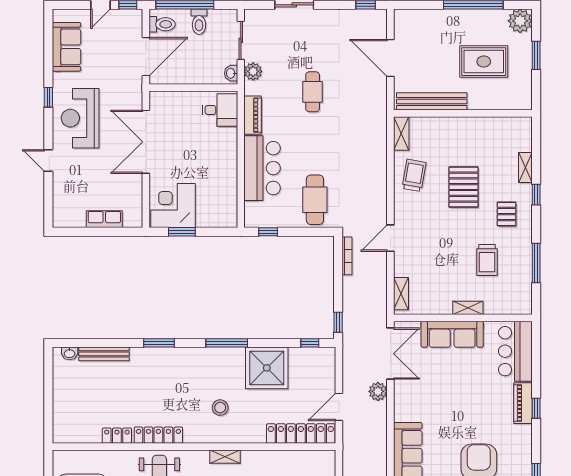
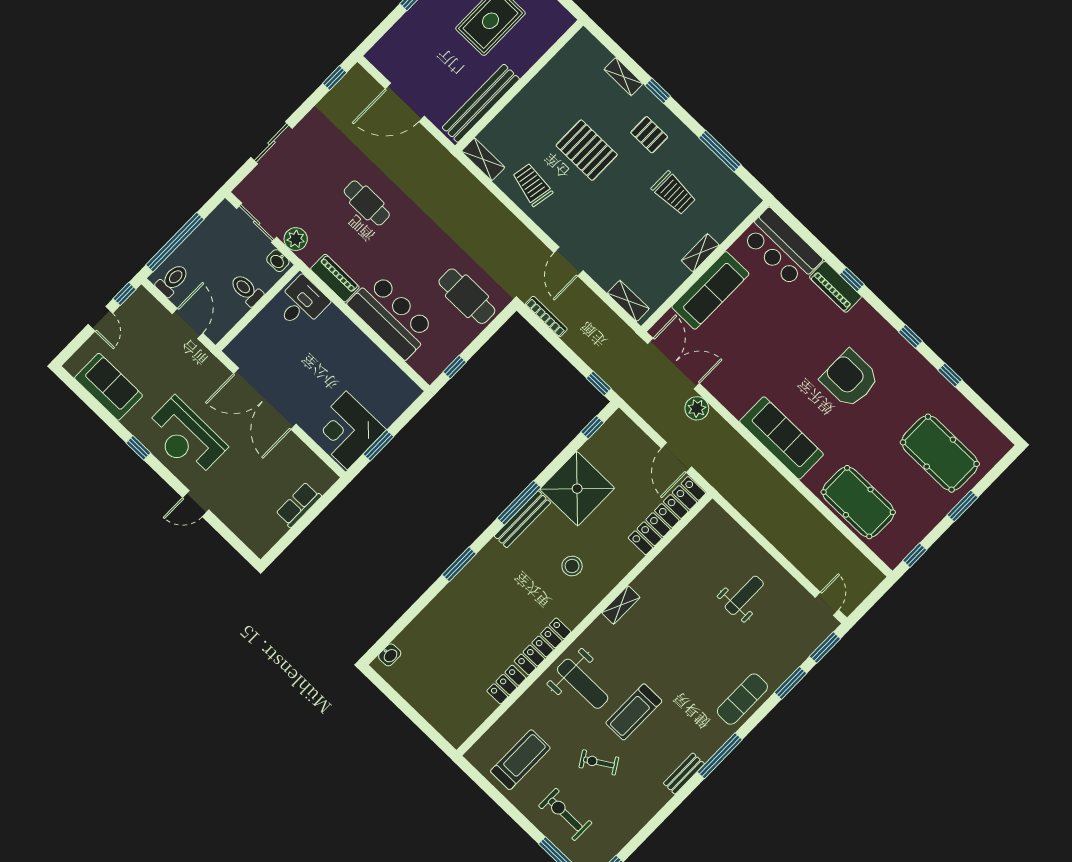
toilet: (199, 22) -> (247, 290), moved, turned 180
door: (146, 57) -> (187, 323), width x0.73
bench: (104, 354) -> (522, 519), moved

